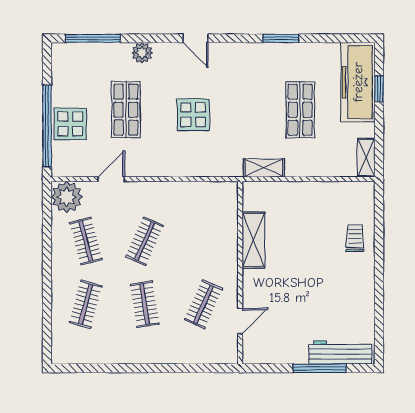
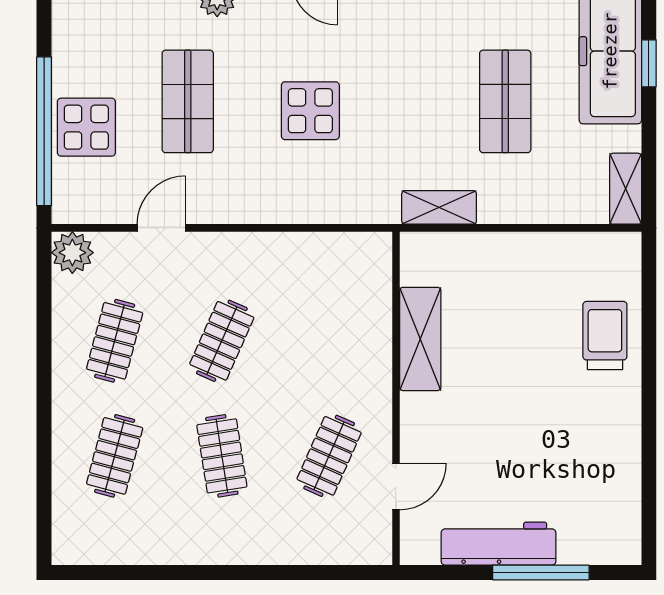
plant: (67, 197) -> (72, 253), width x0.73, depth x0.73
trolley: (355, 238) -> (605, 335), width x1.36, depth x1.39
clothes rail: (86, 241) -> (115, 341), turned 30
workbench: (340, 352) -> (498, 544), moved

